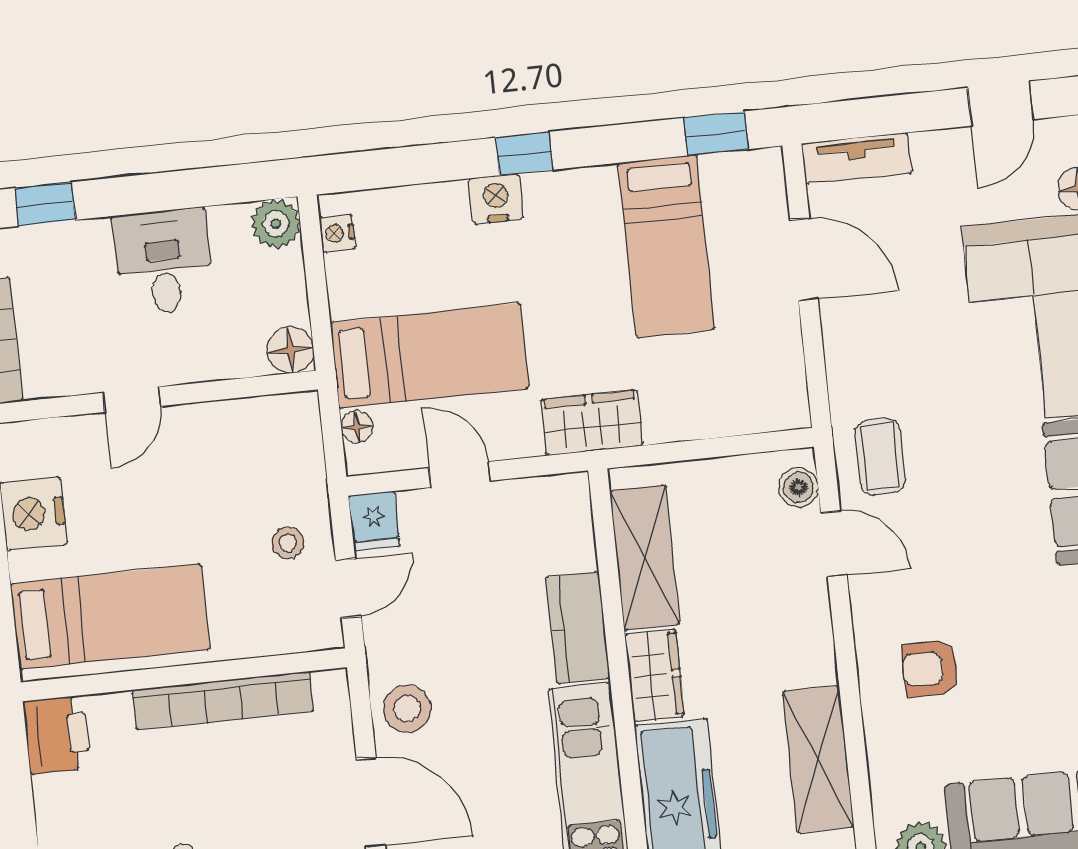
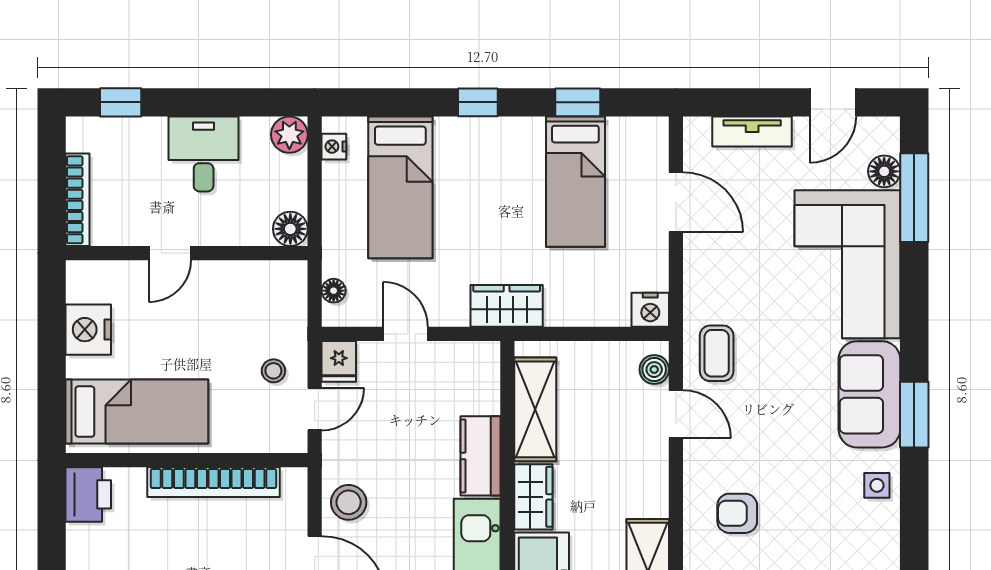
window: (716, 133) -> (578, 102), moved
tv unit: (857, 158) -> (752, 132), moved
nightstand: (496, 199) -> (650, 310), moved, turned 180
bed: (430, 356) -> (400, 187), moved, turned 90

